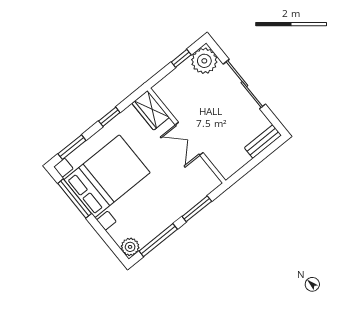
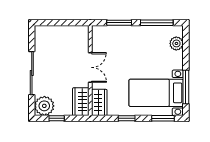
wardrobe: (170, 96) -> (81, 102), added
bench: (263, 142) -> (48, 31), removed
bed with nightstands: (107, 176) -> (156, 93), width x0.73
plant: (130, 247) -> (176, 43), moved

